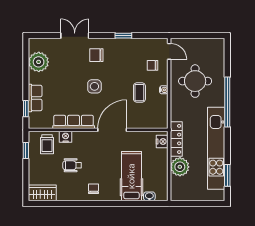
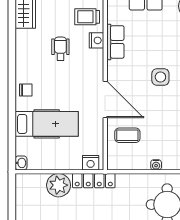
coffee table: (139, 93) -> (127, 135), moved
row of seats: (74, 122) -> (115, 42), width x0.68
chair: (94, 189) -> (26, 90), moved
washbasin: (149, 196) -> (21, 163), moved

